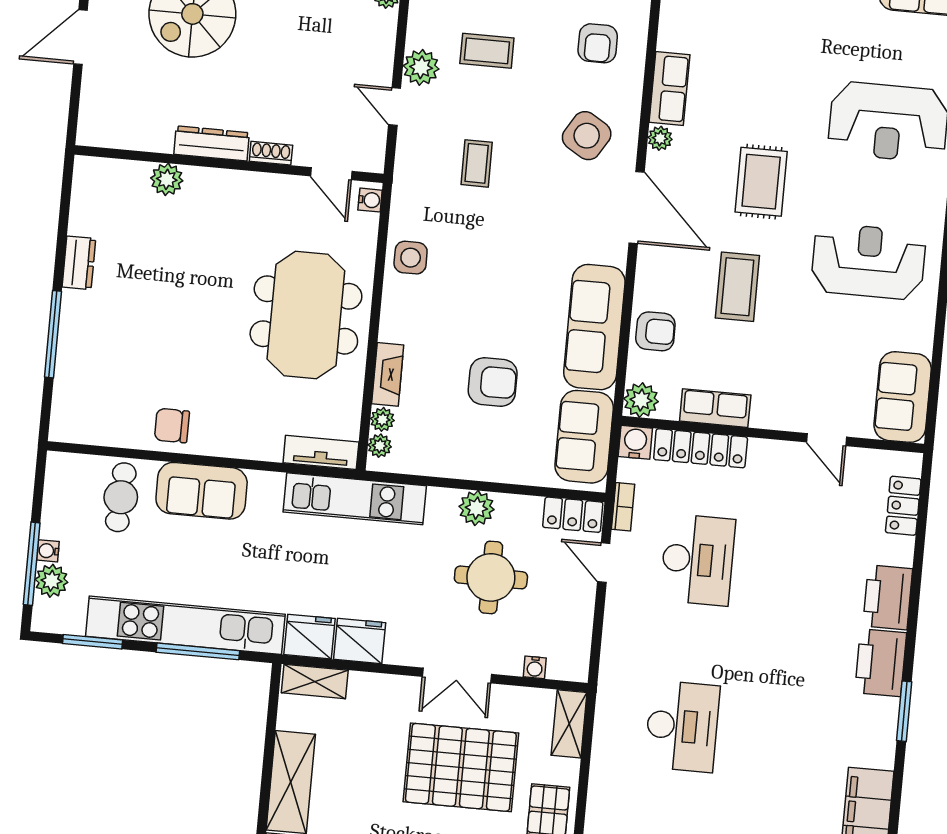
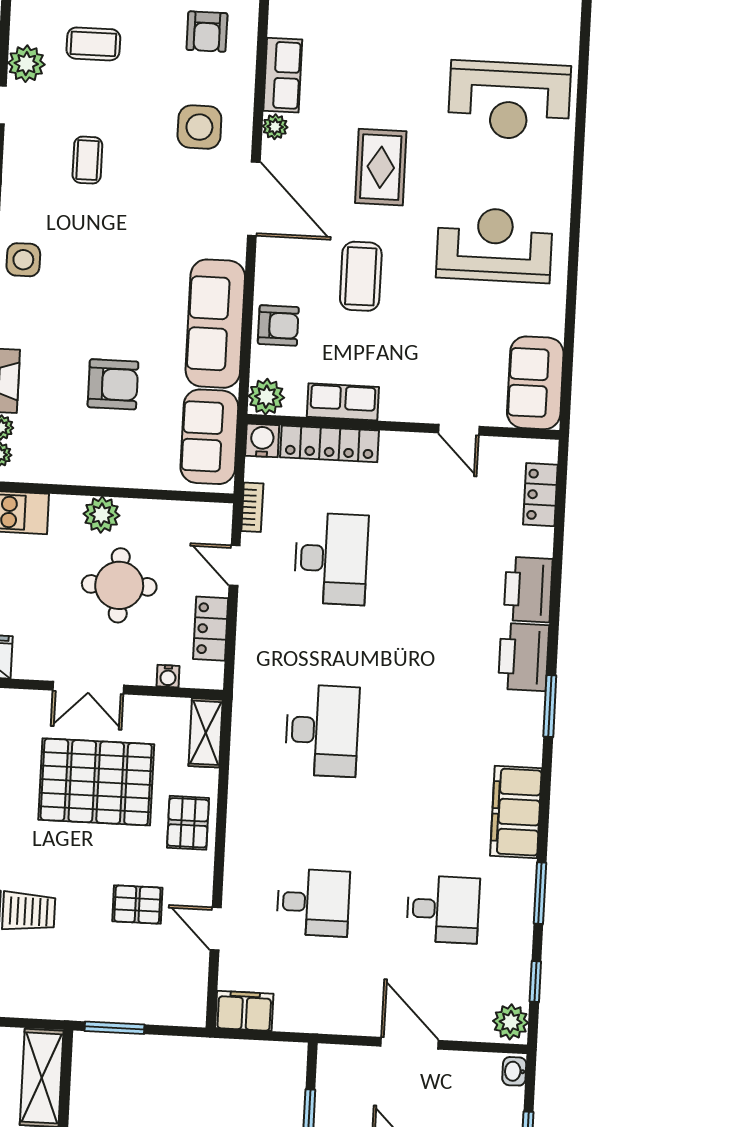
side table: (587, 136) -> (199, 127), turned -31
locker: (573, 515) -> (211, 629), moved, turned 90

